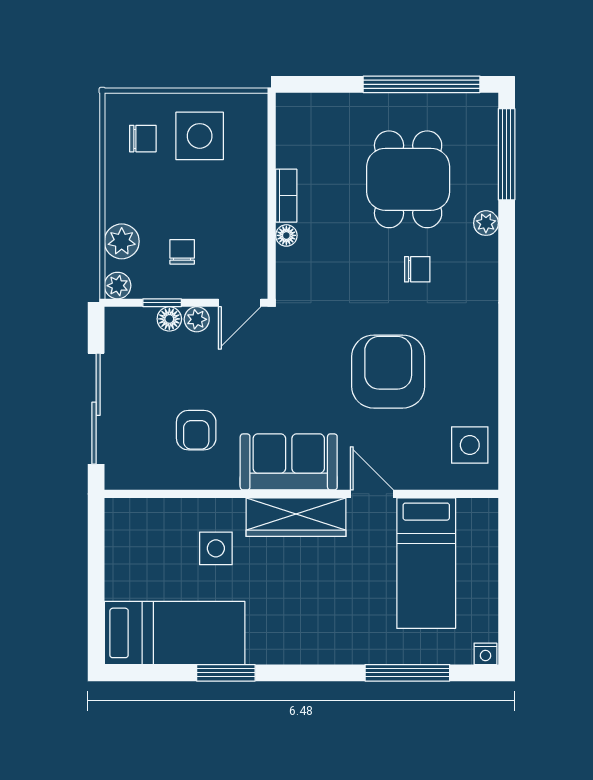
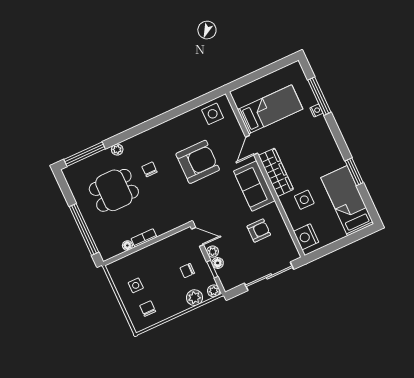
window: (422, 84) -> (84, 229), moved
side table: (200, 136) -> (136, 285), width x0.54, depth x0.54
floor lamp: (286, 235) -> (127, 246), moved
armchair: (388, 372) -> (198, 162), turned 180
nightstand: (141, 518) -> (306, 237), added
nightstand: (485, 654) -> (316, 110), moved

